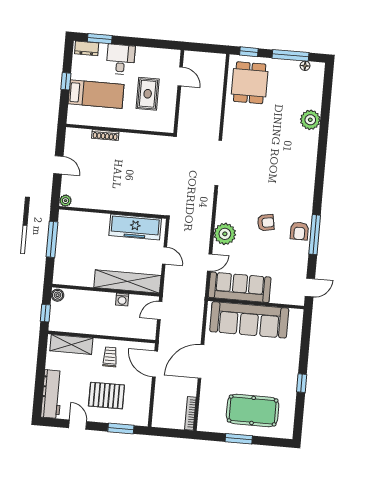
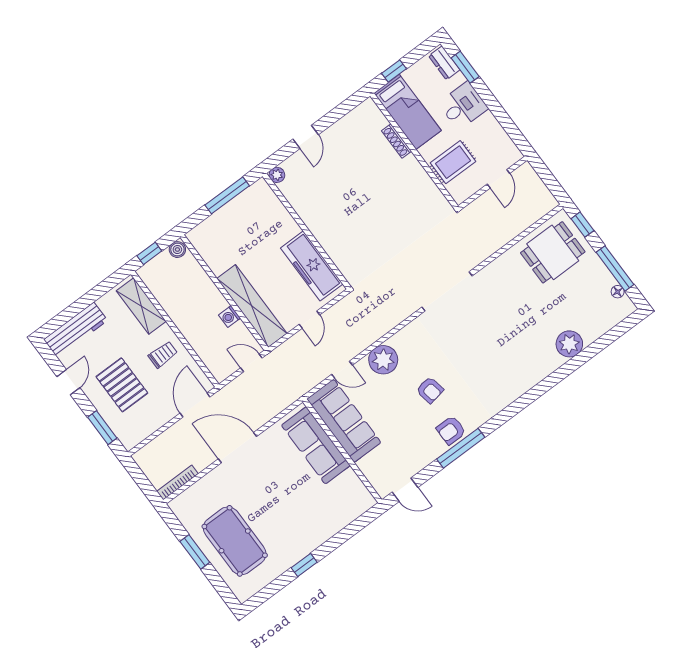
wall: (120, 130) -> (414, 151), moved
shoe rack: (105, 135) -> (397, 141), moved
sofa: (249, 320) -> (316, 445), width x0.74, depth x0.79

